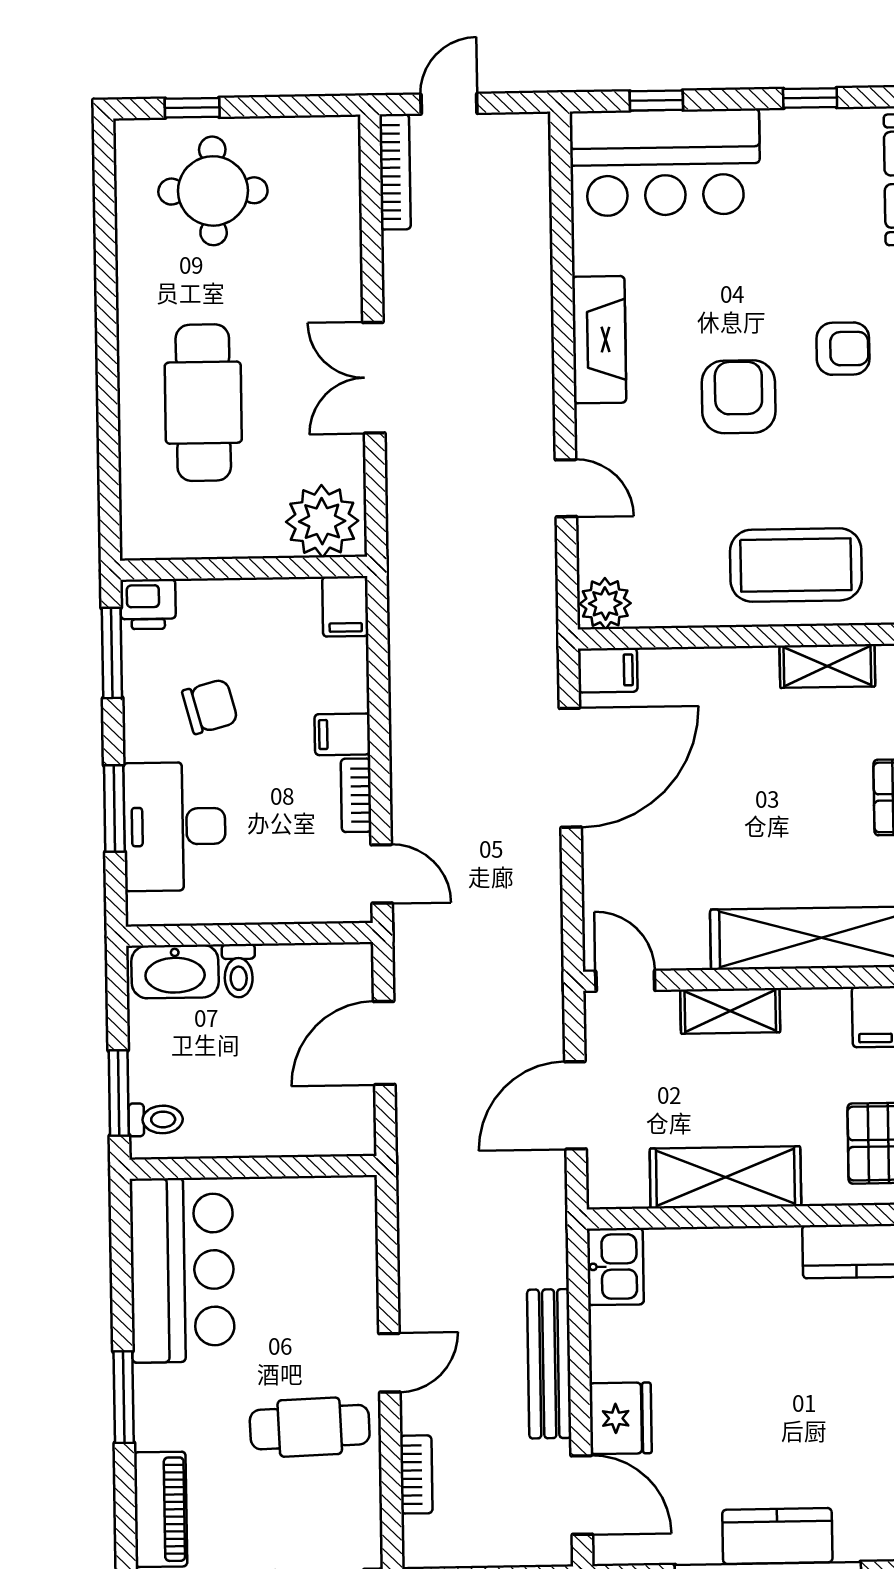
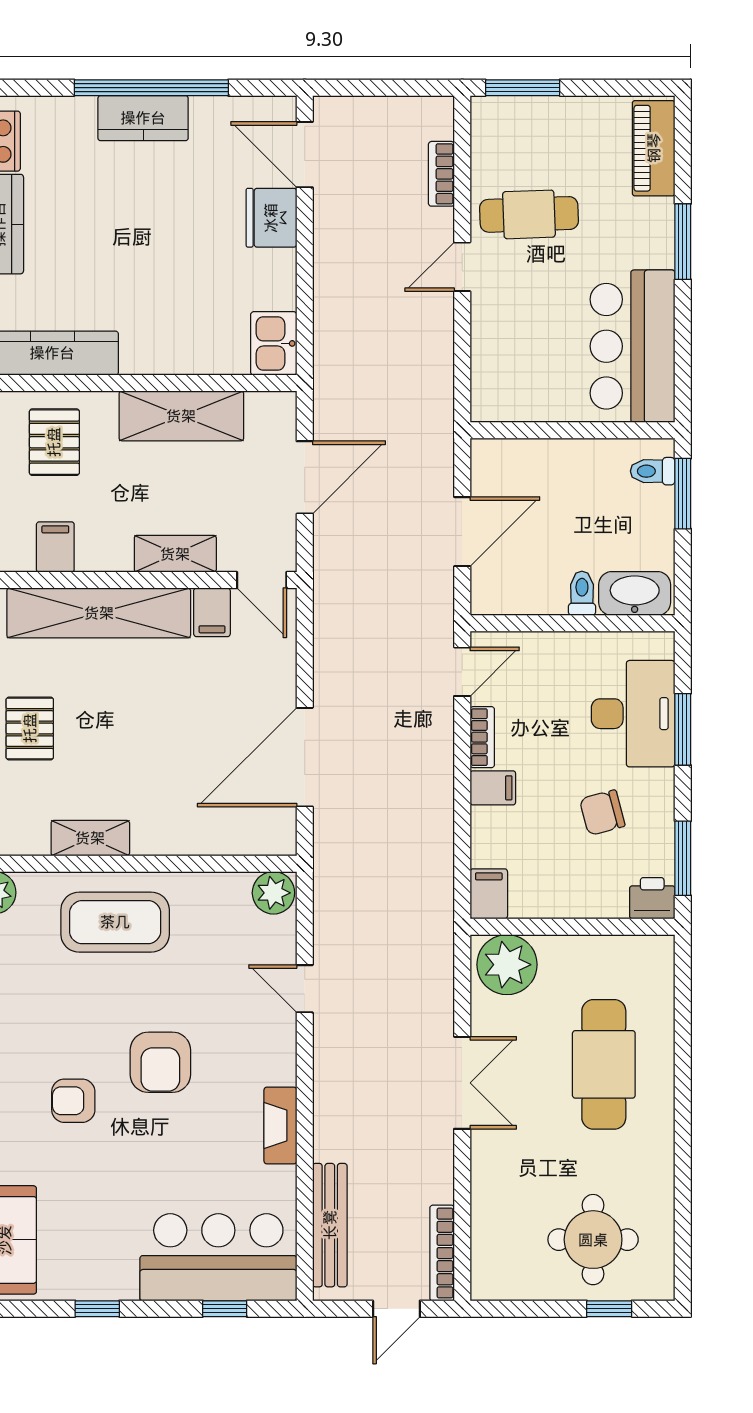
fireplace: (599, 340) -> (280, 1126), width x0.73, depth x0.76
filing cabinet: (608, 670) -> (212, 612), moved, turned -90
door: (382, 874) -> (462, 672), swing flipped
bench: (549, 1364) -> (330, 1225), moved

